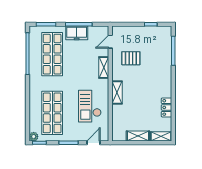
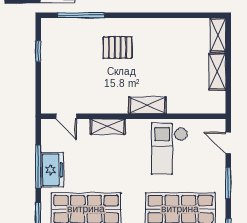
pallet: (131, 58) -> (118, 48), moved, turned 90
checkout: (90, 106) -> (169, 149), turned 90
locker: (167, 107) -> (172, 26), removed

